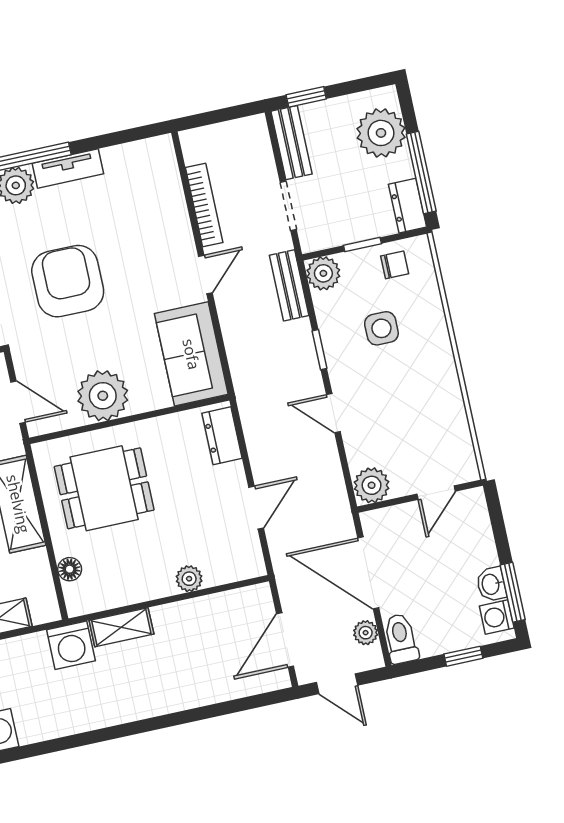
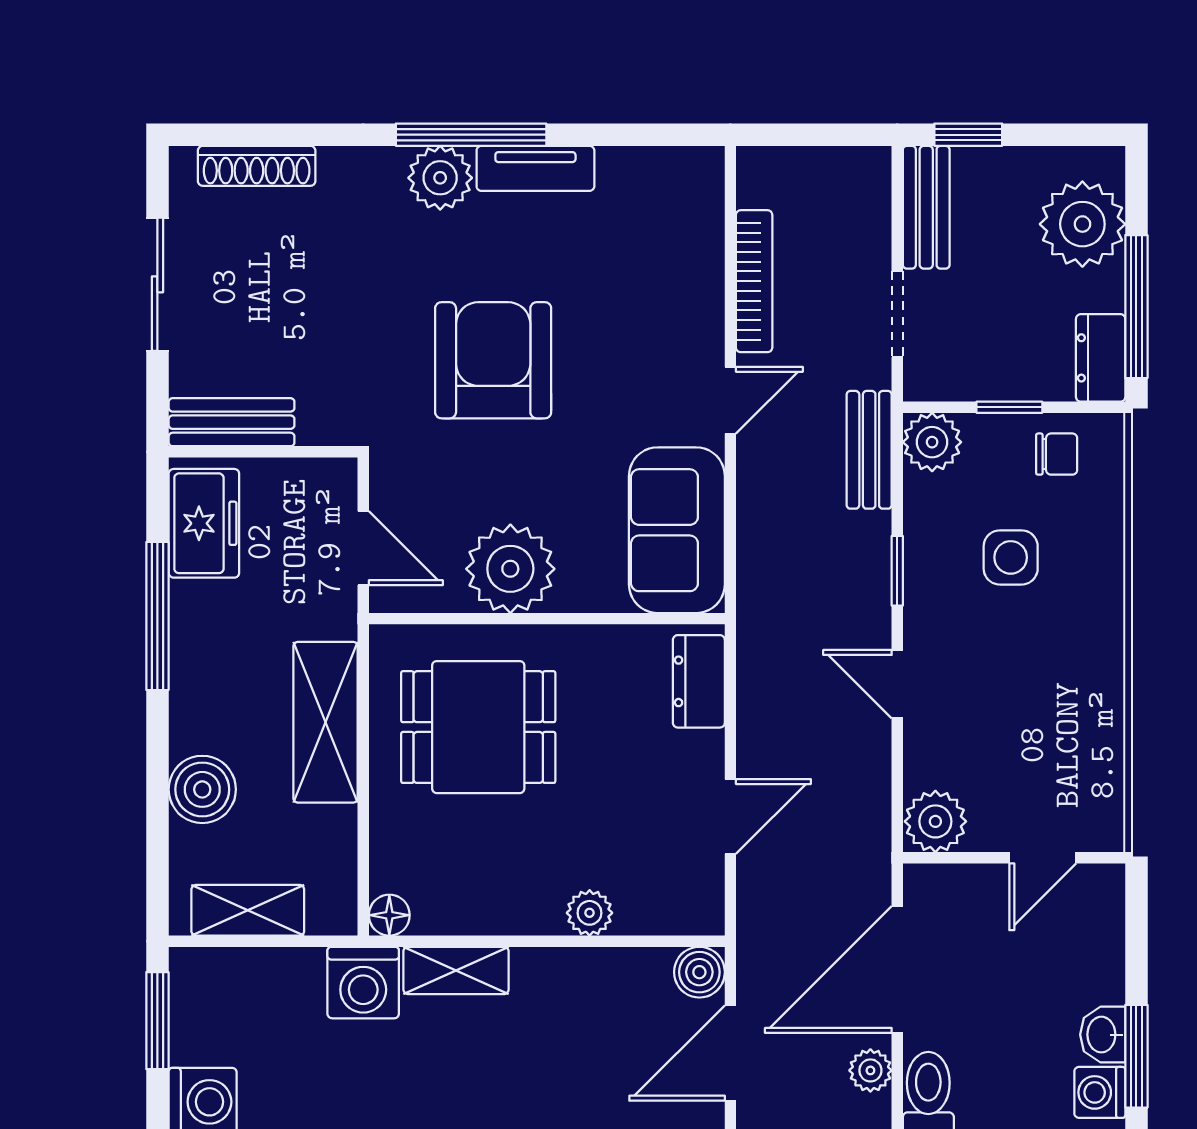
floor lamp: (70, 569) -> (389, 915), moved
door: (368, 573) -> (897, 970), hinge flipped
boiler: (258, 598) -> (699, 972), added

